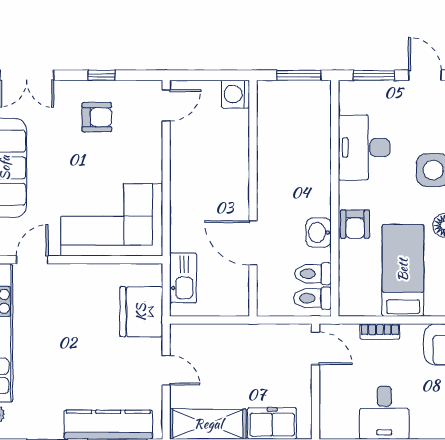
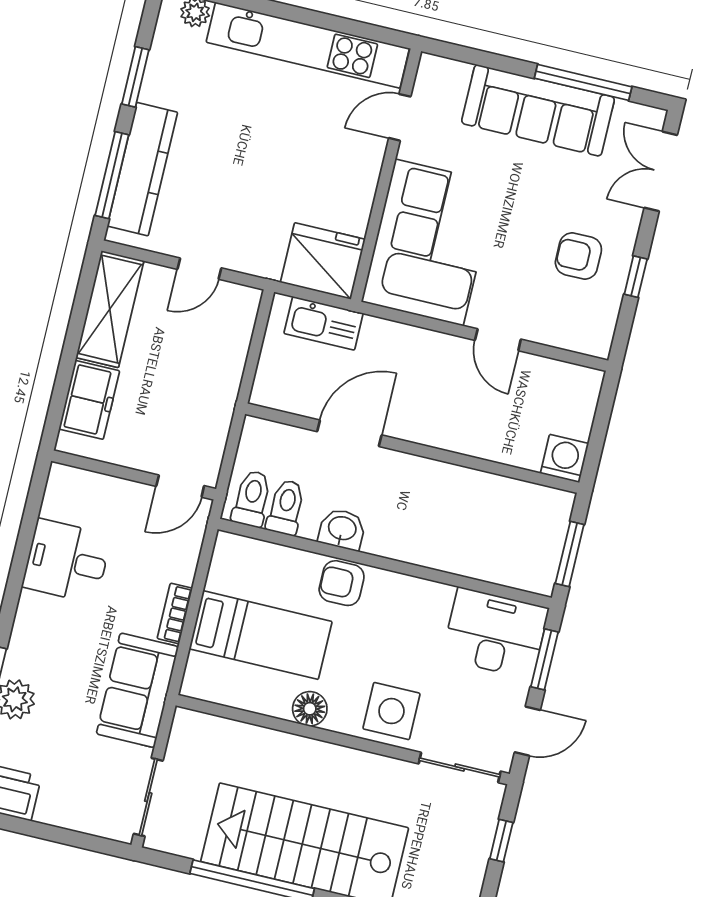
door: (166, 105) -> (498, 340), moved
armchair: (97, 117) -> (578, 256), turned 90
desk: (364, 148) -> (495, 633), moved
door: (32, 260) -> (400, 117), swing flipped
fridge: (141, 312) -> (323, 261), moved
bookcase: (380, 331) -> (175, 613), moved

